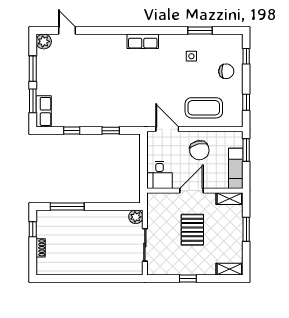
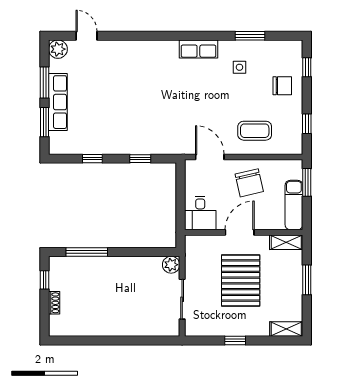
row of seats: (143, 41) -> (198, 49), moved
coffee table: (204, 108) -> (255, 131), width x0.73, depth x0.76
row of seats: (44, 111) -> (58, 102), moved, width x1.48
pallet: (192, 230) -> (241, 281), width x1.37, depth x1.41

